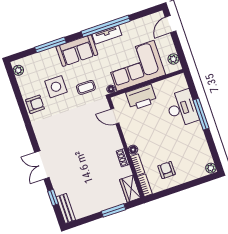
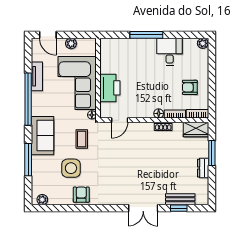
tv unit: (107, 35) -> (37, 76), moved
plant: (173, 59) -> (71, 44), moved
desk: (182, 108) -> (170, 52), moved, width x0.73
dresser: (97, 207) -> (203, 168), added
bench: (66, 208) -> (180, 199), moved

